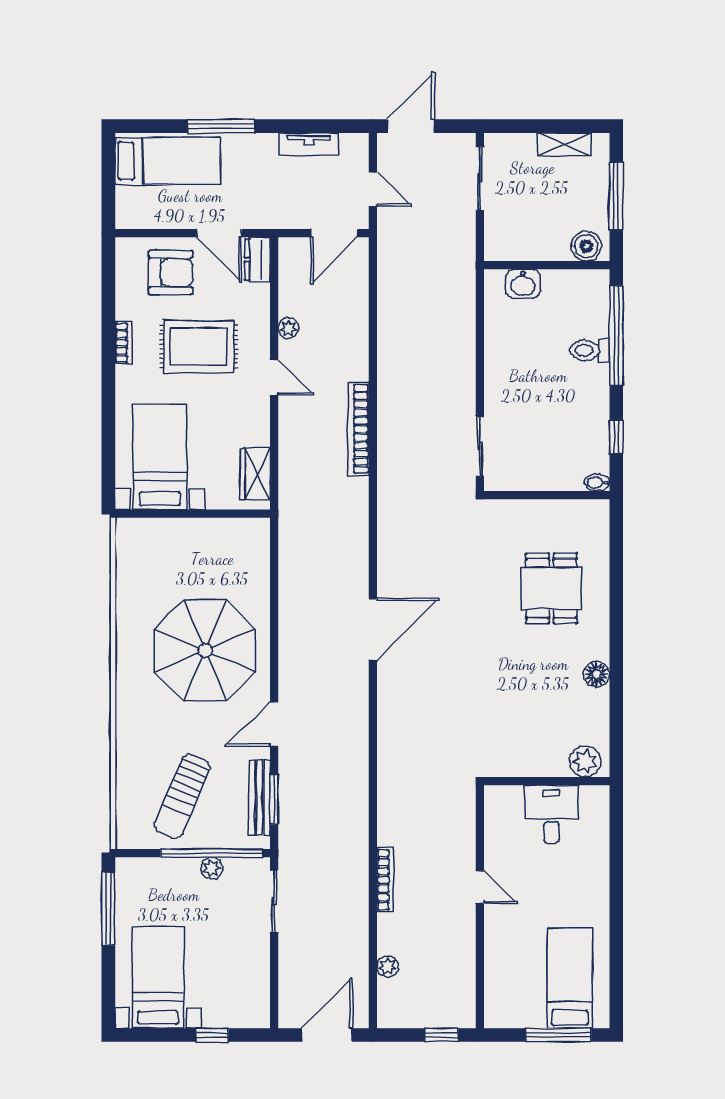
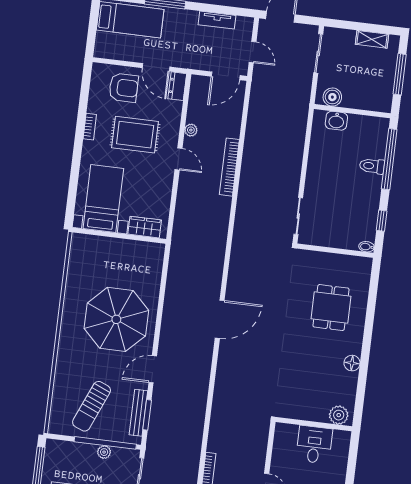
boiler: (586, 246) -> (332, 97), moved
bookcase: (358, 429) -> (229, 167), moved
wardrobe: (255, 474) -> (145, 227), moved, turned 90

